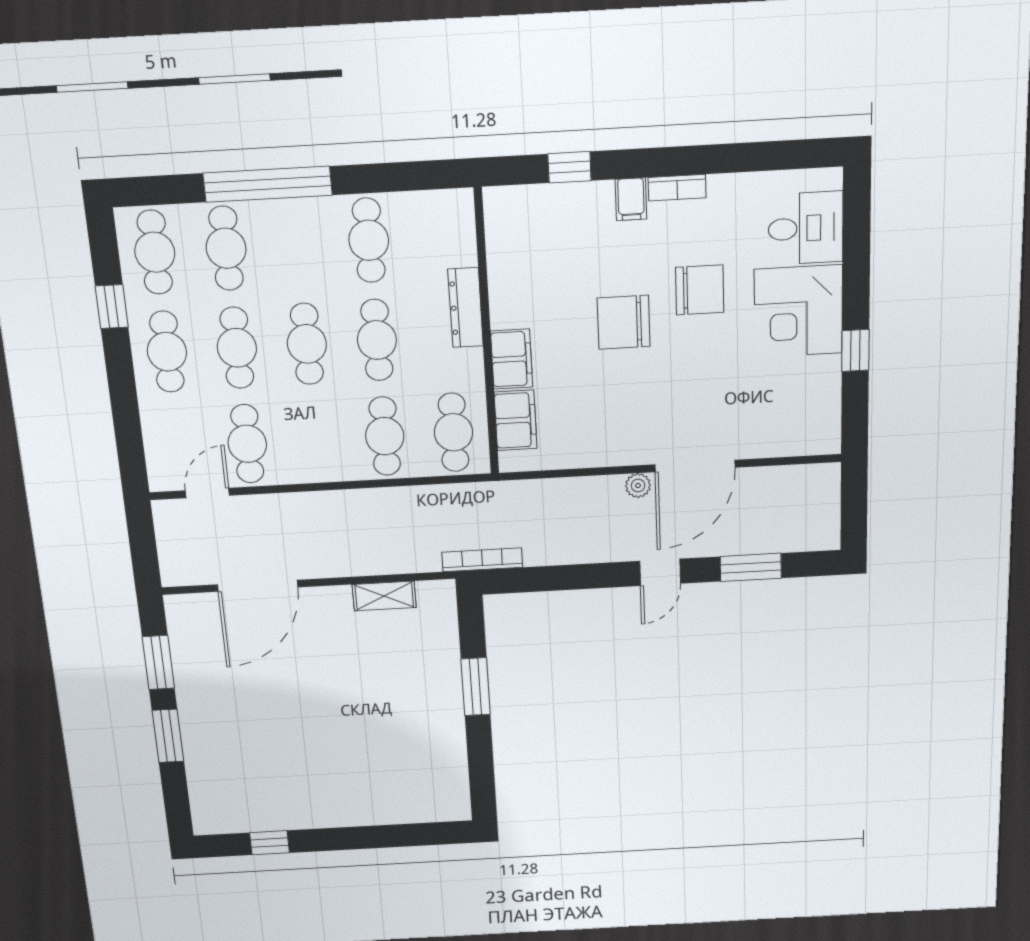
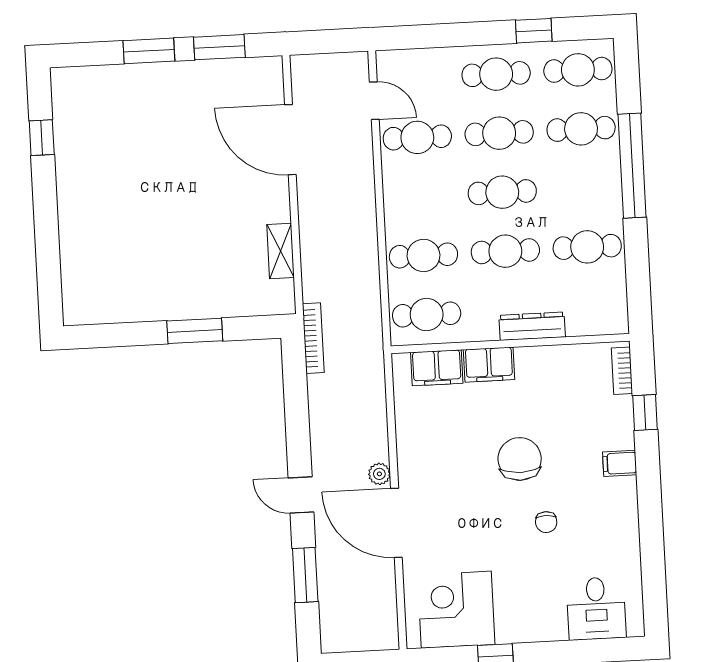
bookcase: (677, 188) -> (622, 371), moved
chair: (700, 290) -> (546, 522), width x0.54, depth x0.54
corner desk: (798, 311) -> (456, 610), moved

